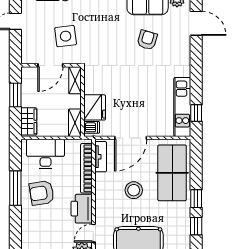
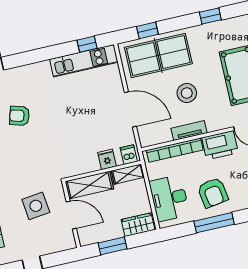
shelving: (75, 80) -> (89, 185), width x1.50, depth x1.33
fridge: (95, 107) -> (107, 159), width x0.53, depth x0.75
tv unit: (101, 157) -> (189, 131), moved
window: (196, 199) -> (147, 30), moved

